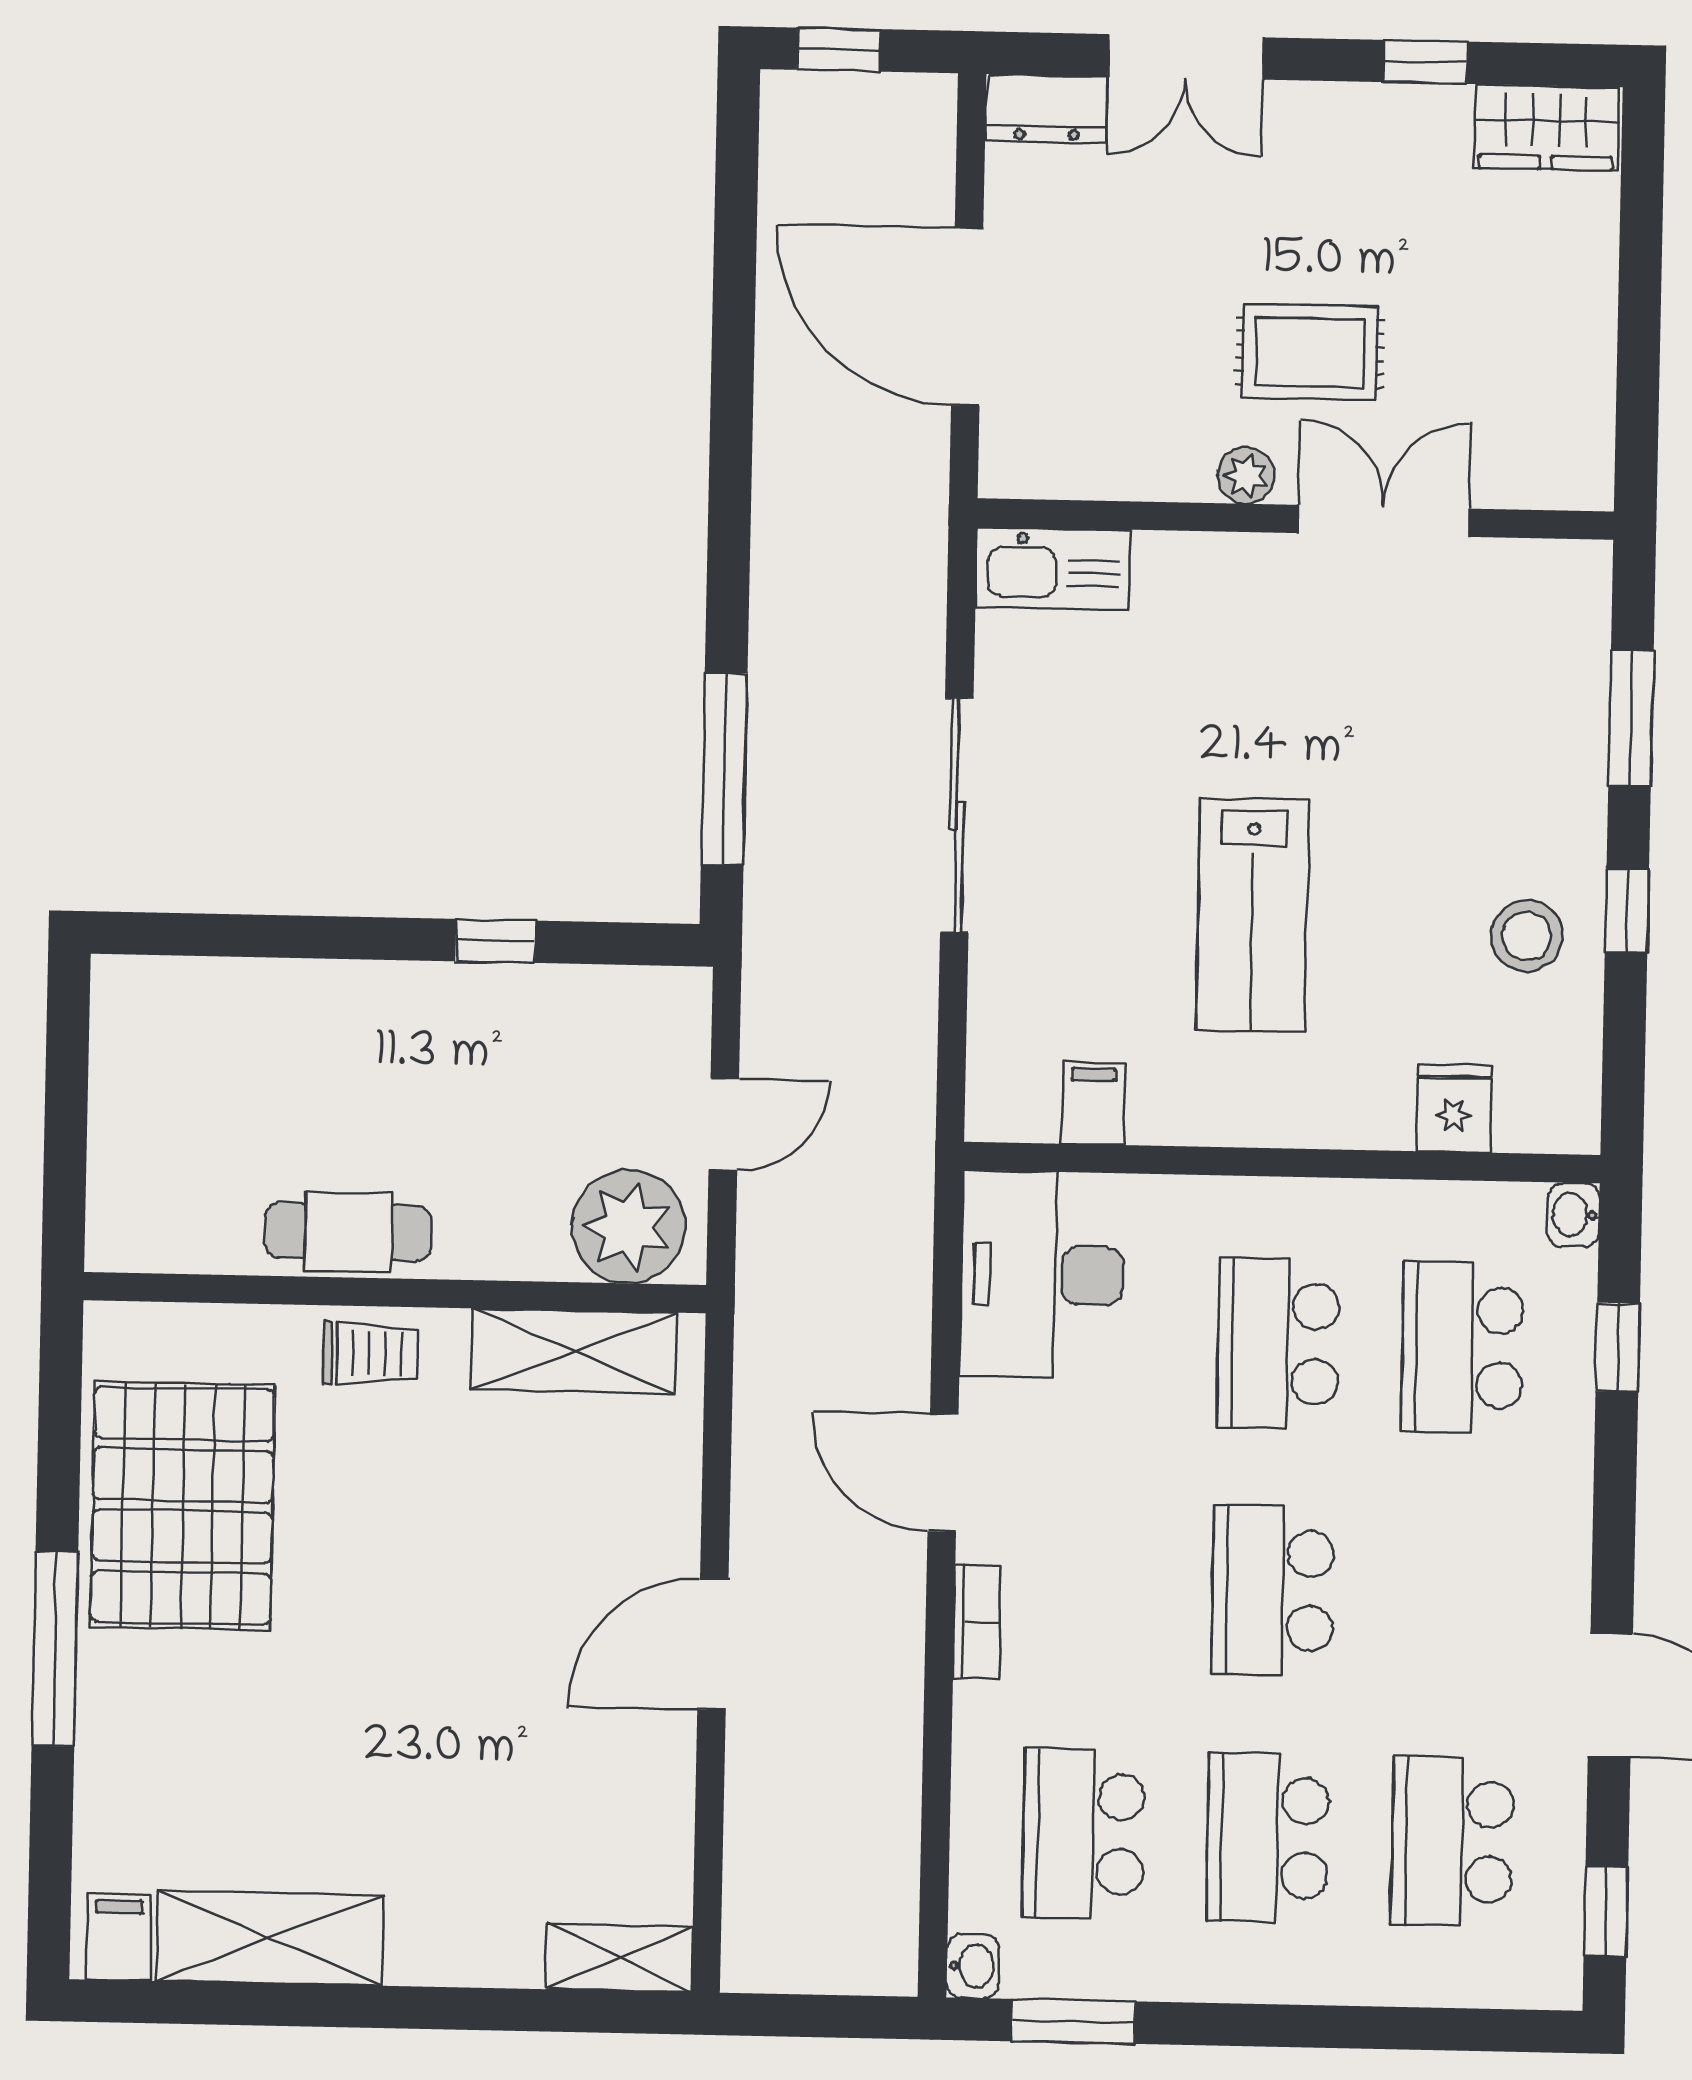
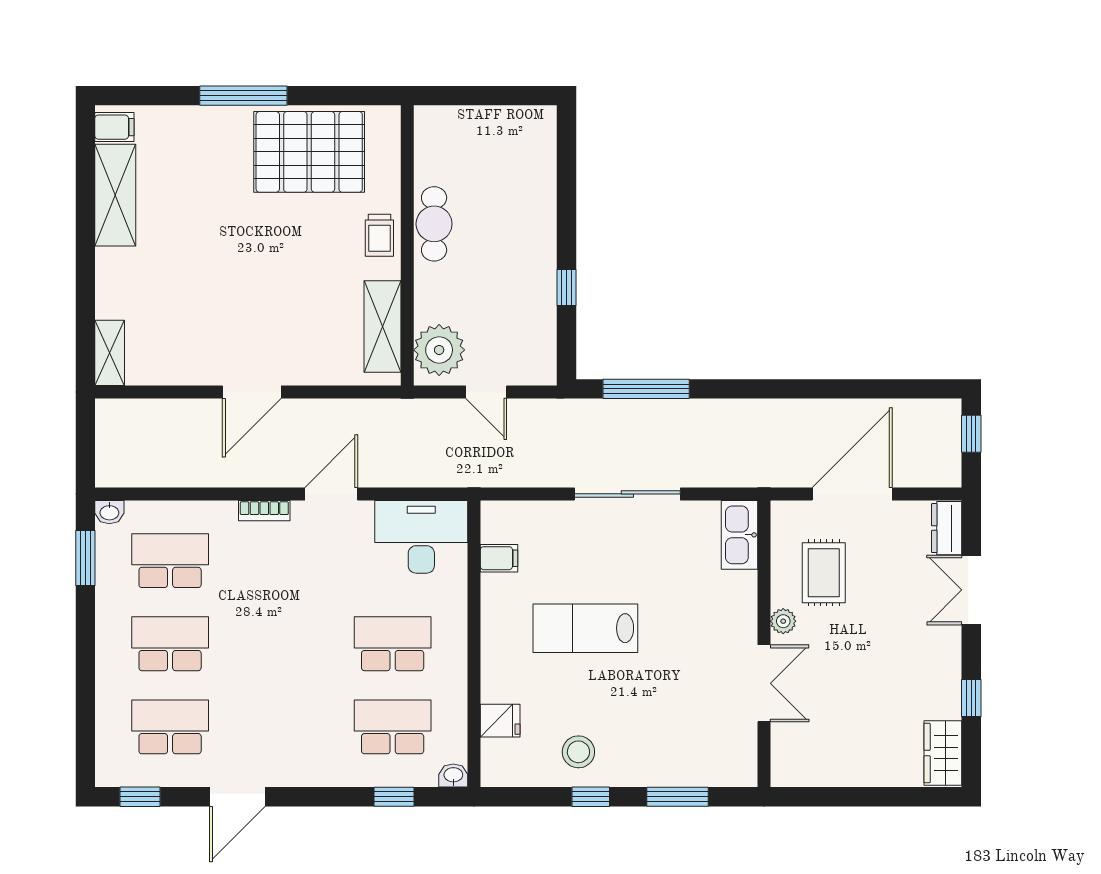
rug: (1310, 352) -> (824, 573), moved
school desk: (1273, 1590) -> (281, 644), removed
door: (713, 1644) -> (252, 392), swing flipped

